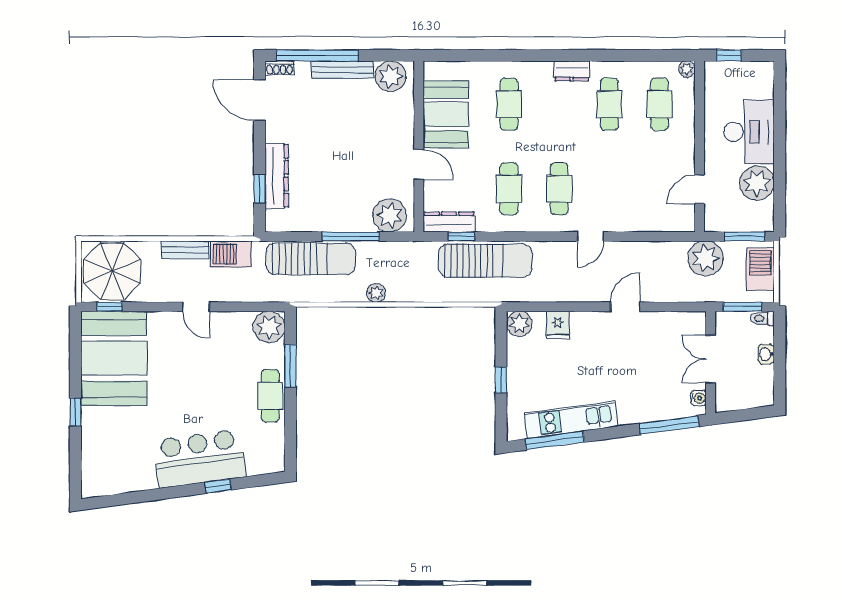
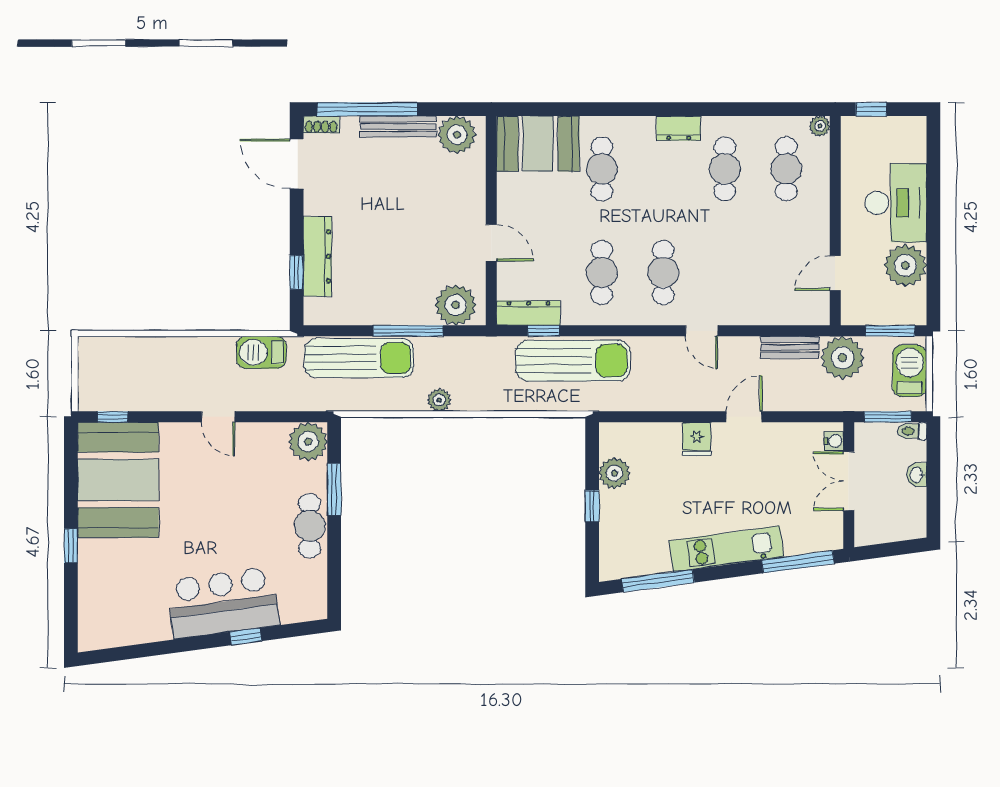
booth: (446, 115) -> (538, 144), moved, turned 90
door: (591, 236) -> (702, 331), hinge flipped
bench: (185, 250) -> (790, 347), moved
parasol: (112, 271) -> (116, 373), removed
plant: (519, 324) -> (614, 473), moved
fridge: (558, 325) -> (697, 439), moved
water cooler: (698, 398) -> (834, 441), moved
kitchen unit: (571, 420) -> (726, 549), moved

